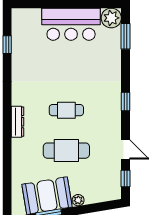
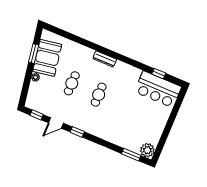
bar counter: (71, 24) -> (158, 89), moved, turned -90
window: (126, 102) -> (77, 132), moved
cafe table: (66, 151) -> (72, 83), width x0.73, depth x0.74

